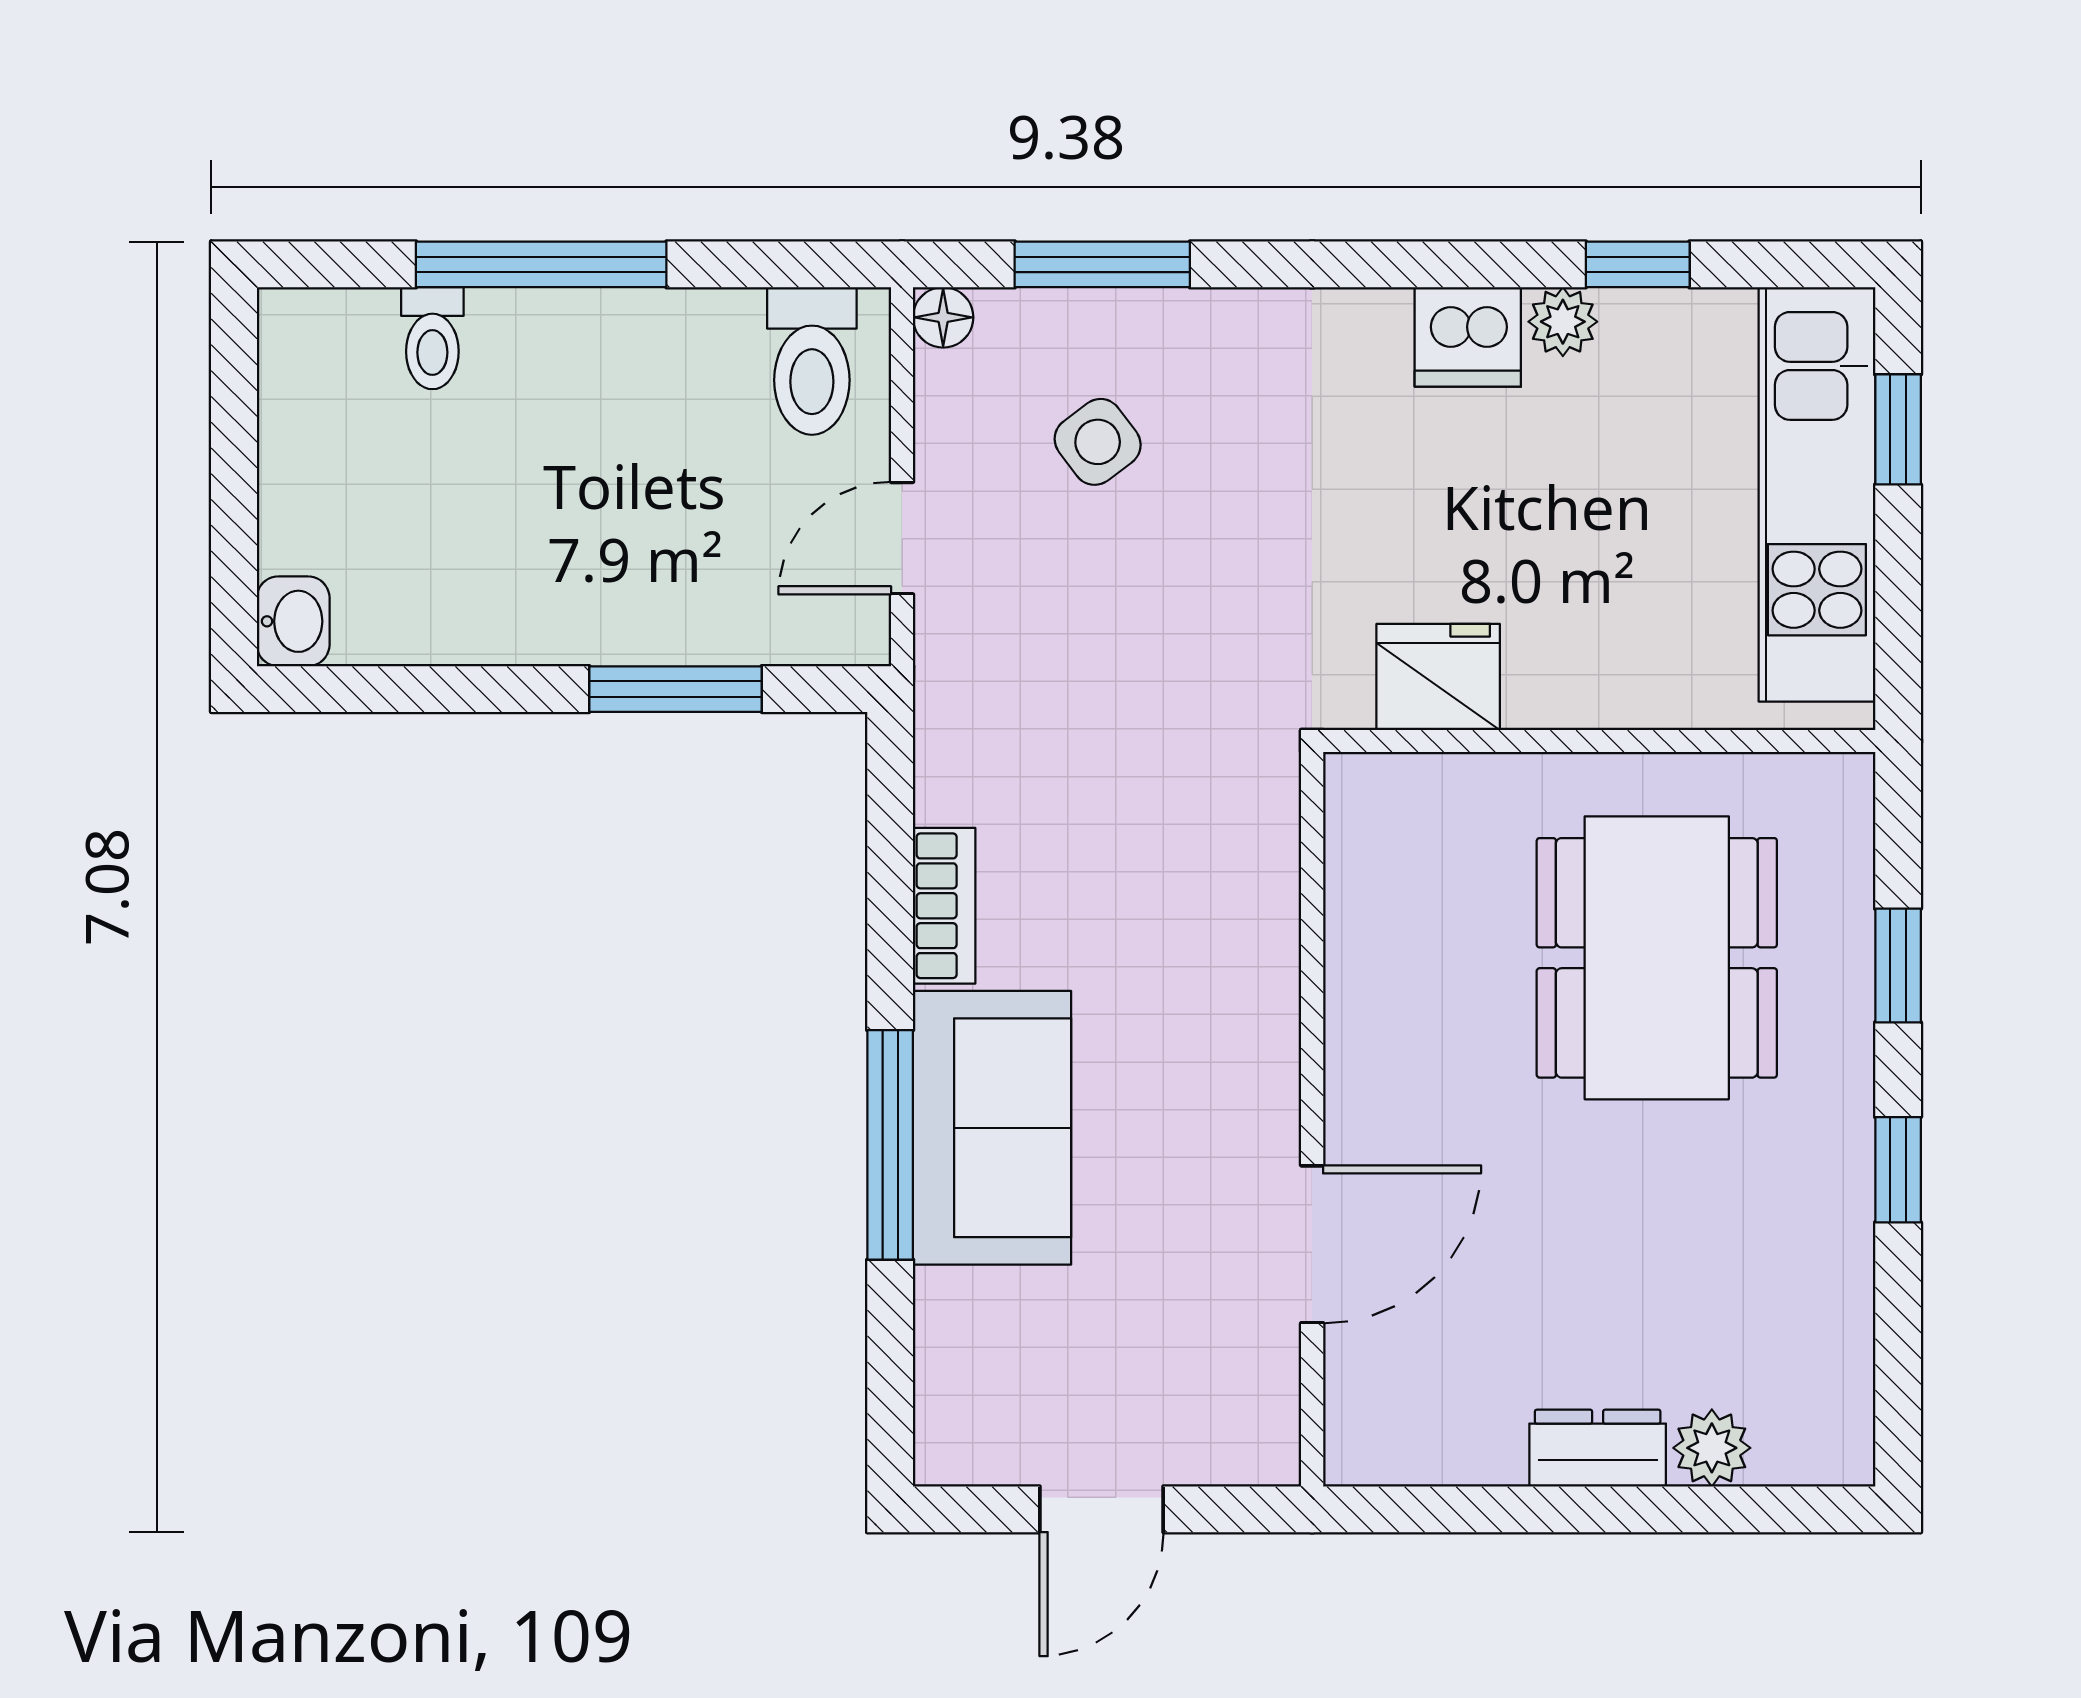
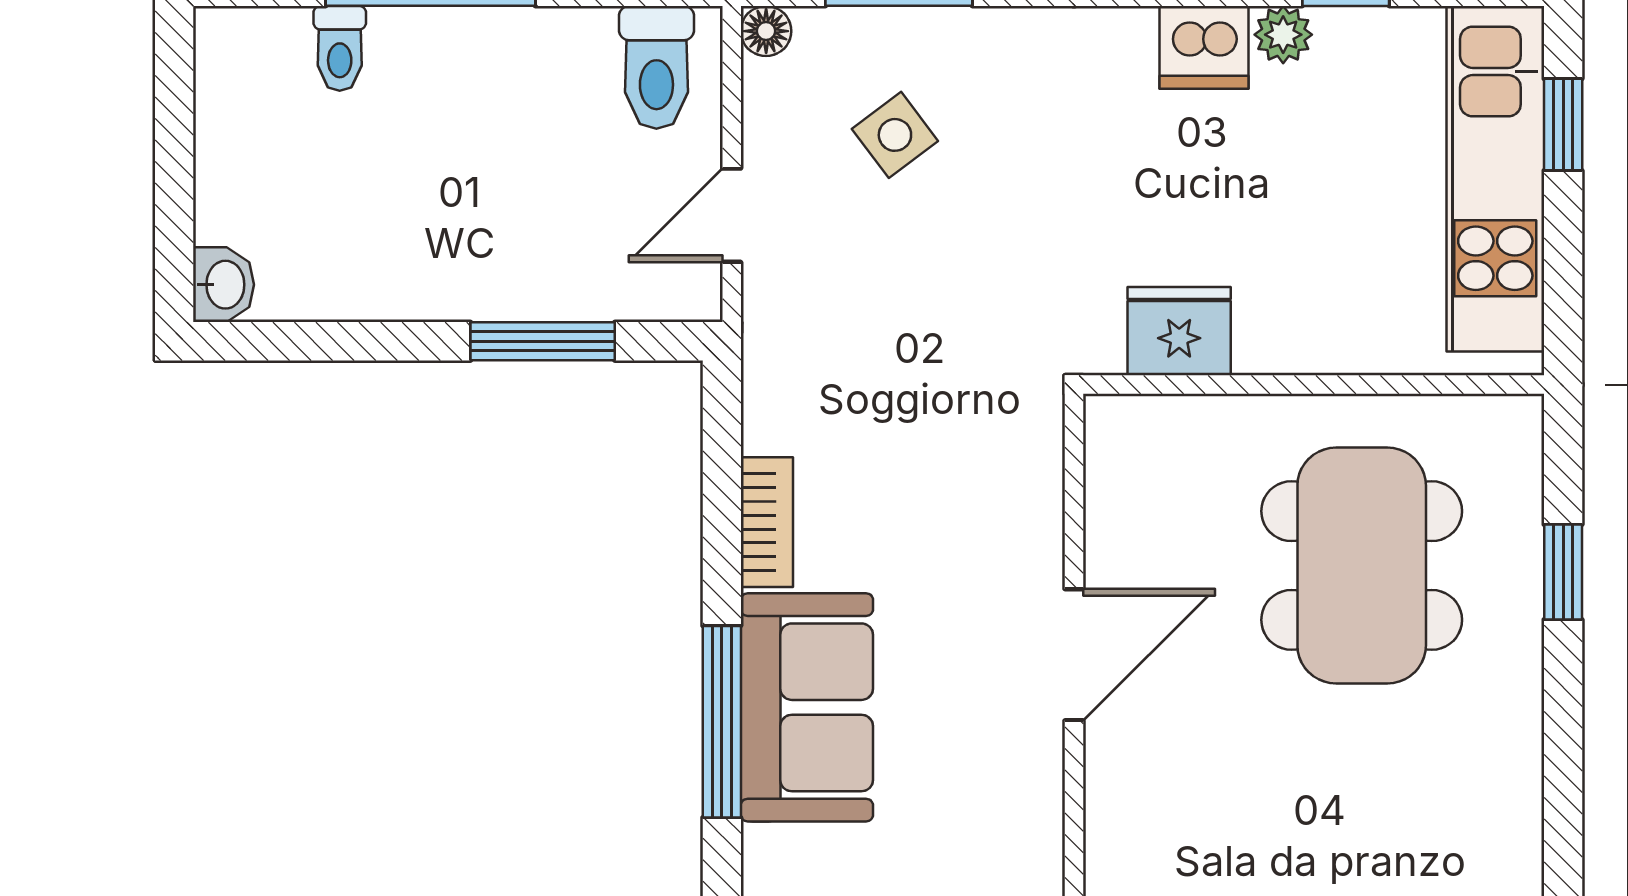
window: (1898, 1170) -> (1563, 742), removed
door: (1312, 1244) -> (1074, 655), moved

